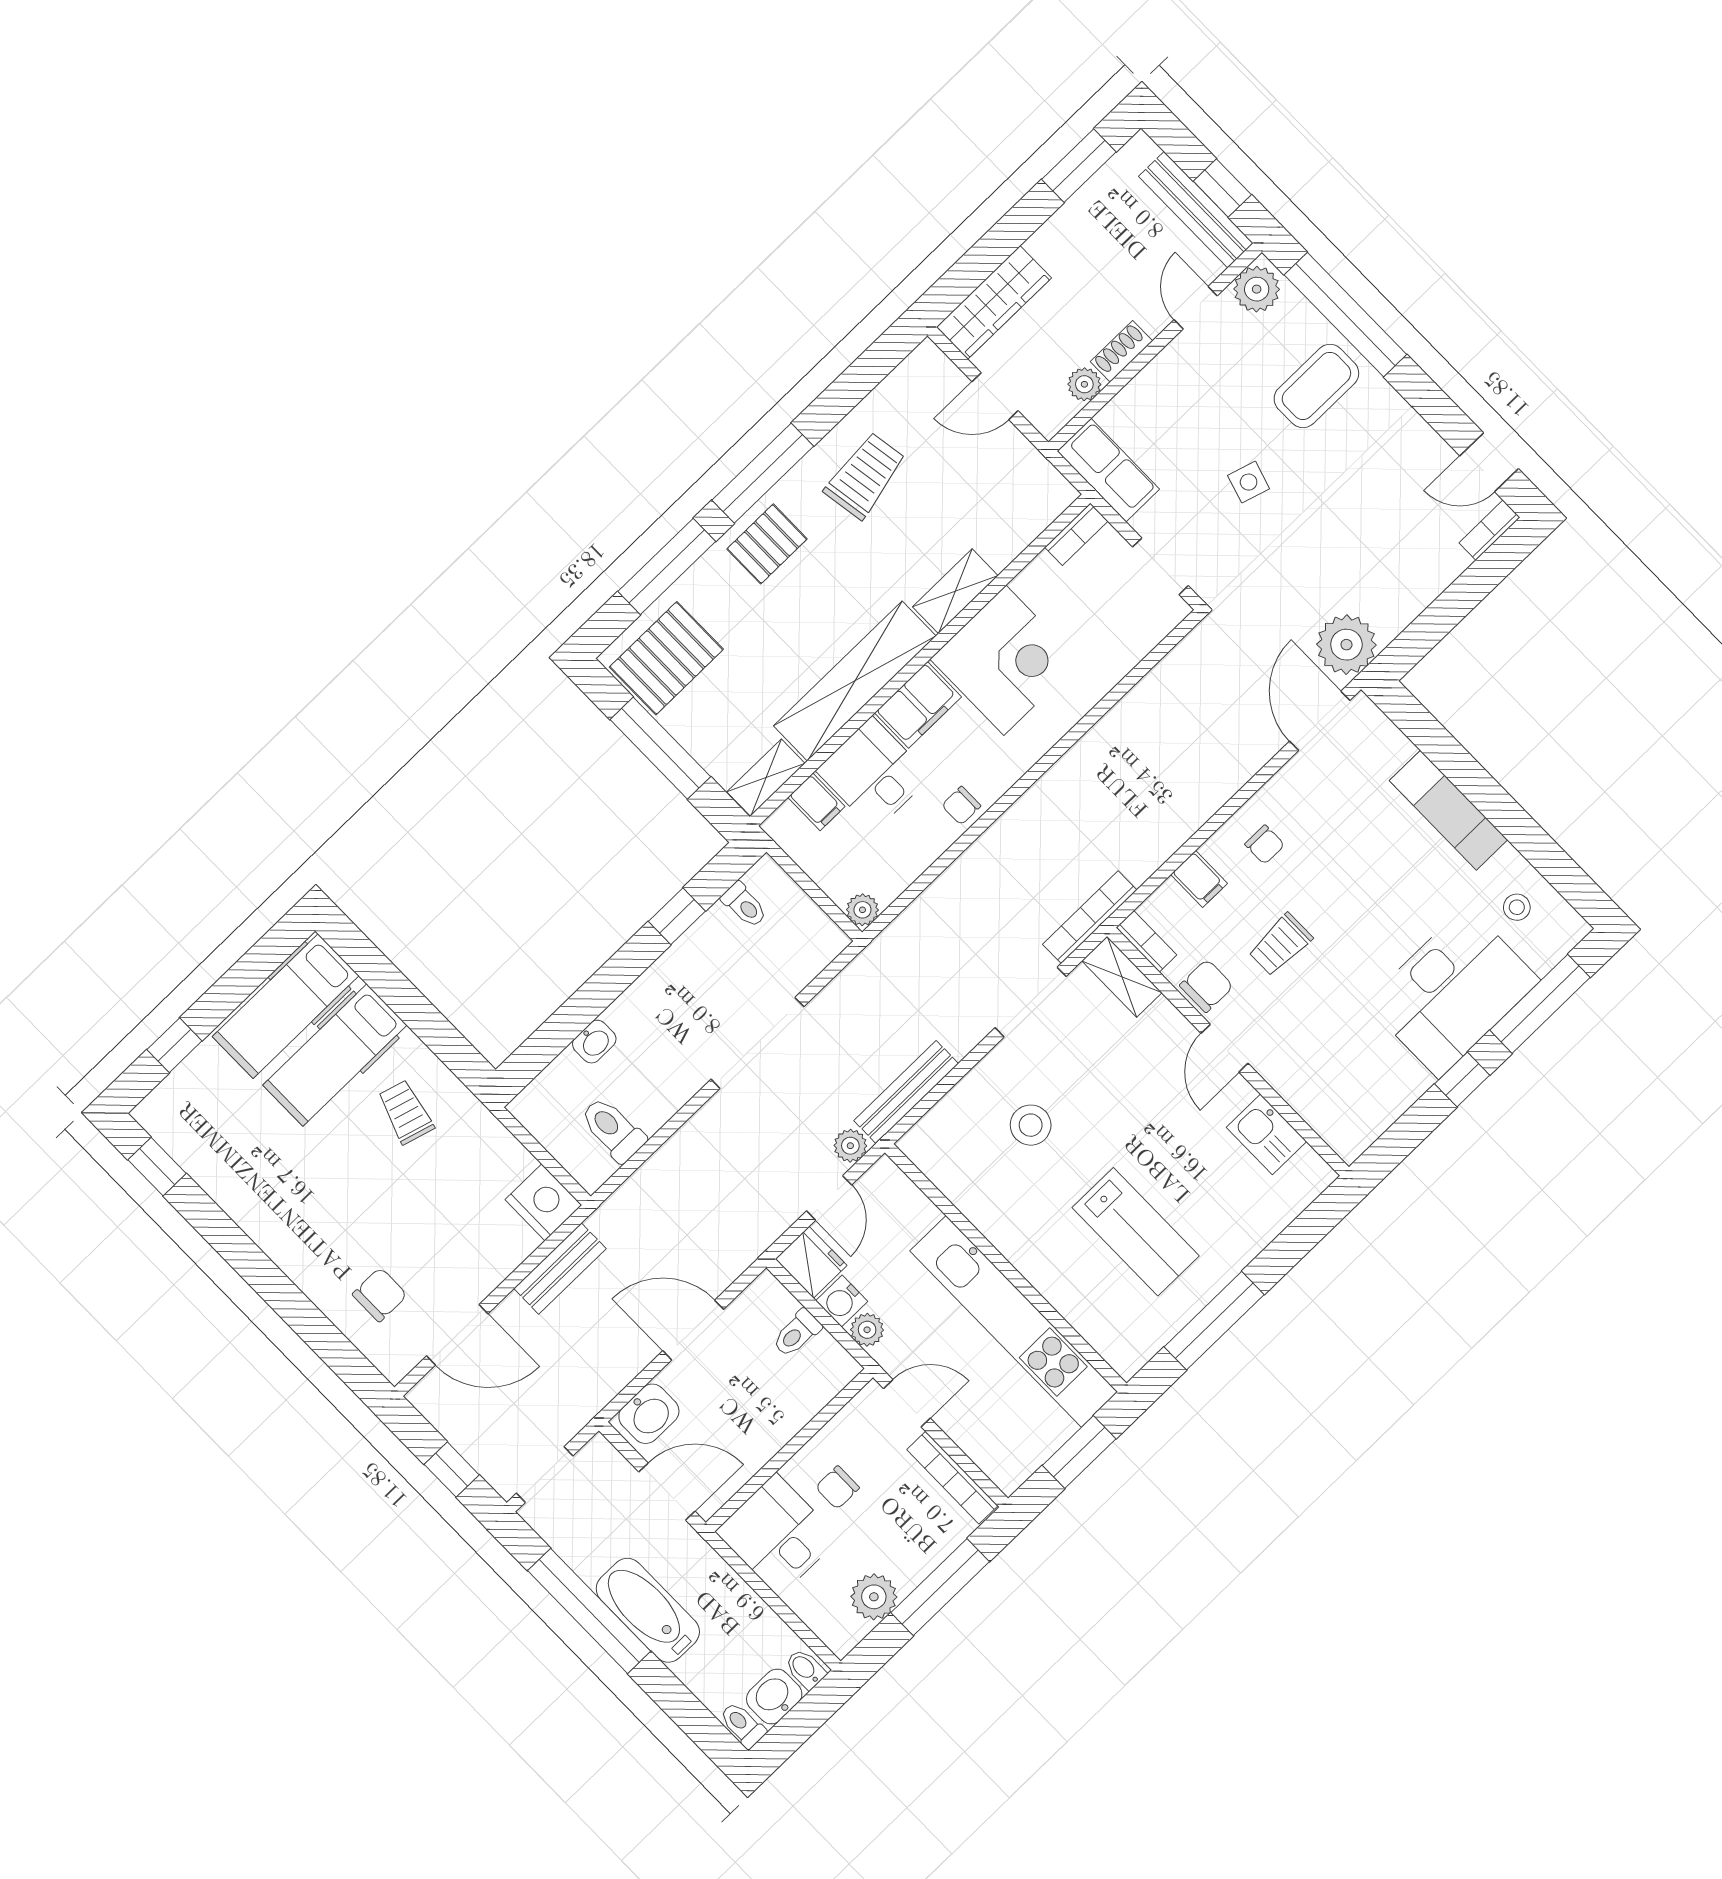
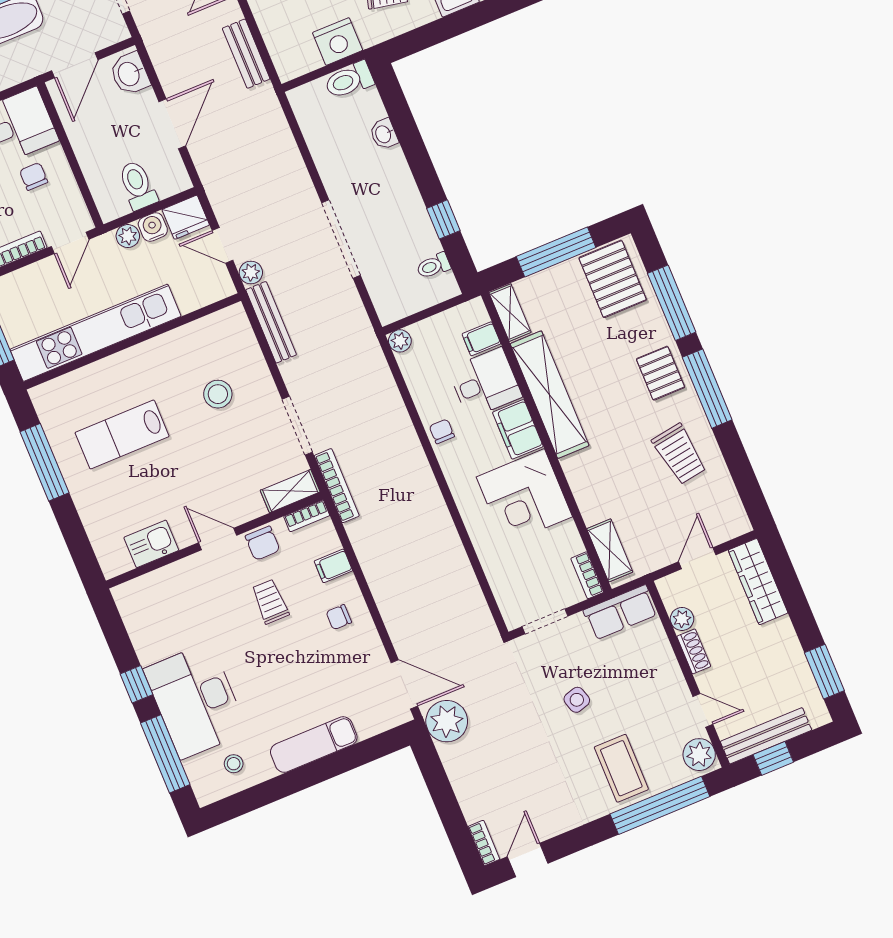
side table: (1249, 482) -> (577, 700), turned -34
shelving: (955, 591) -> (610, 550), moved
toilet: (613, 1129) -> (349, 80), moved, turned 180
nightstand: (543, 1202) -> (338, 41), moved
toilet: (797, 1333) -> (138, 185), width x1.37, depth x1.39

